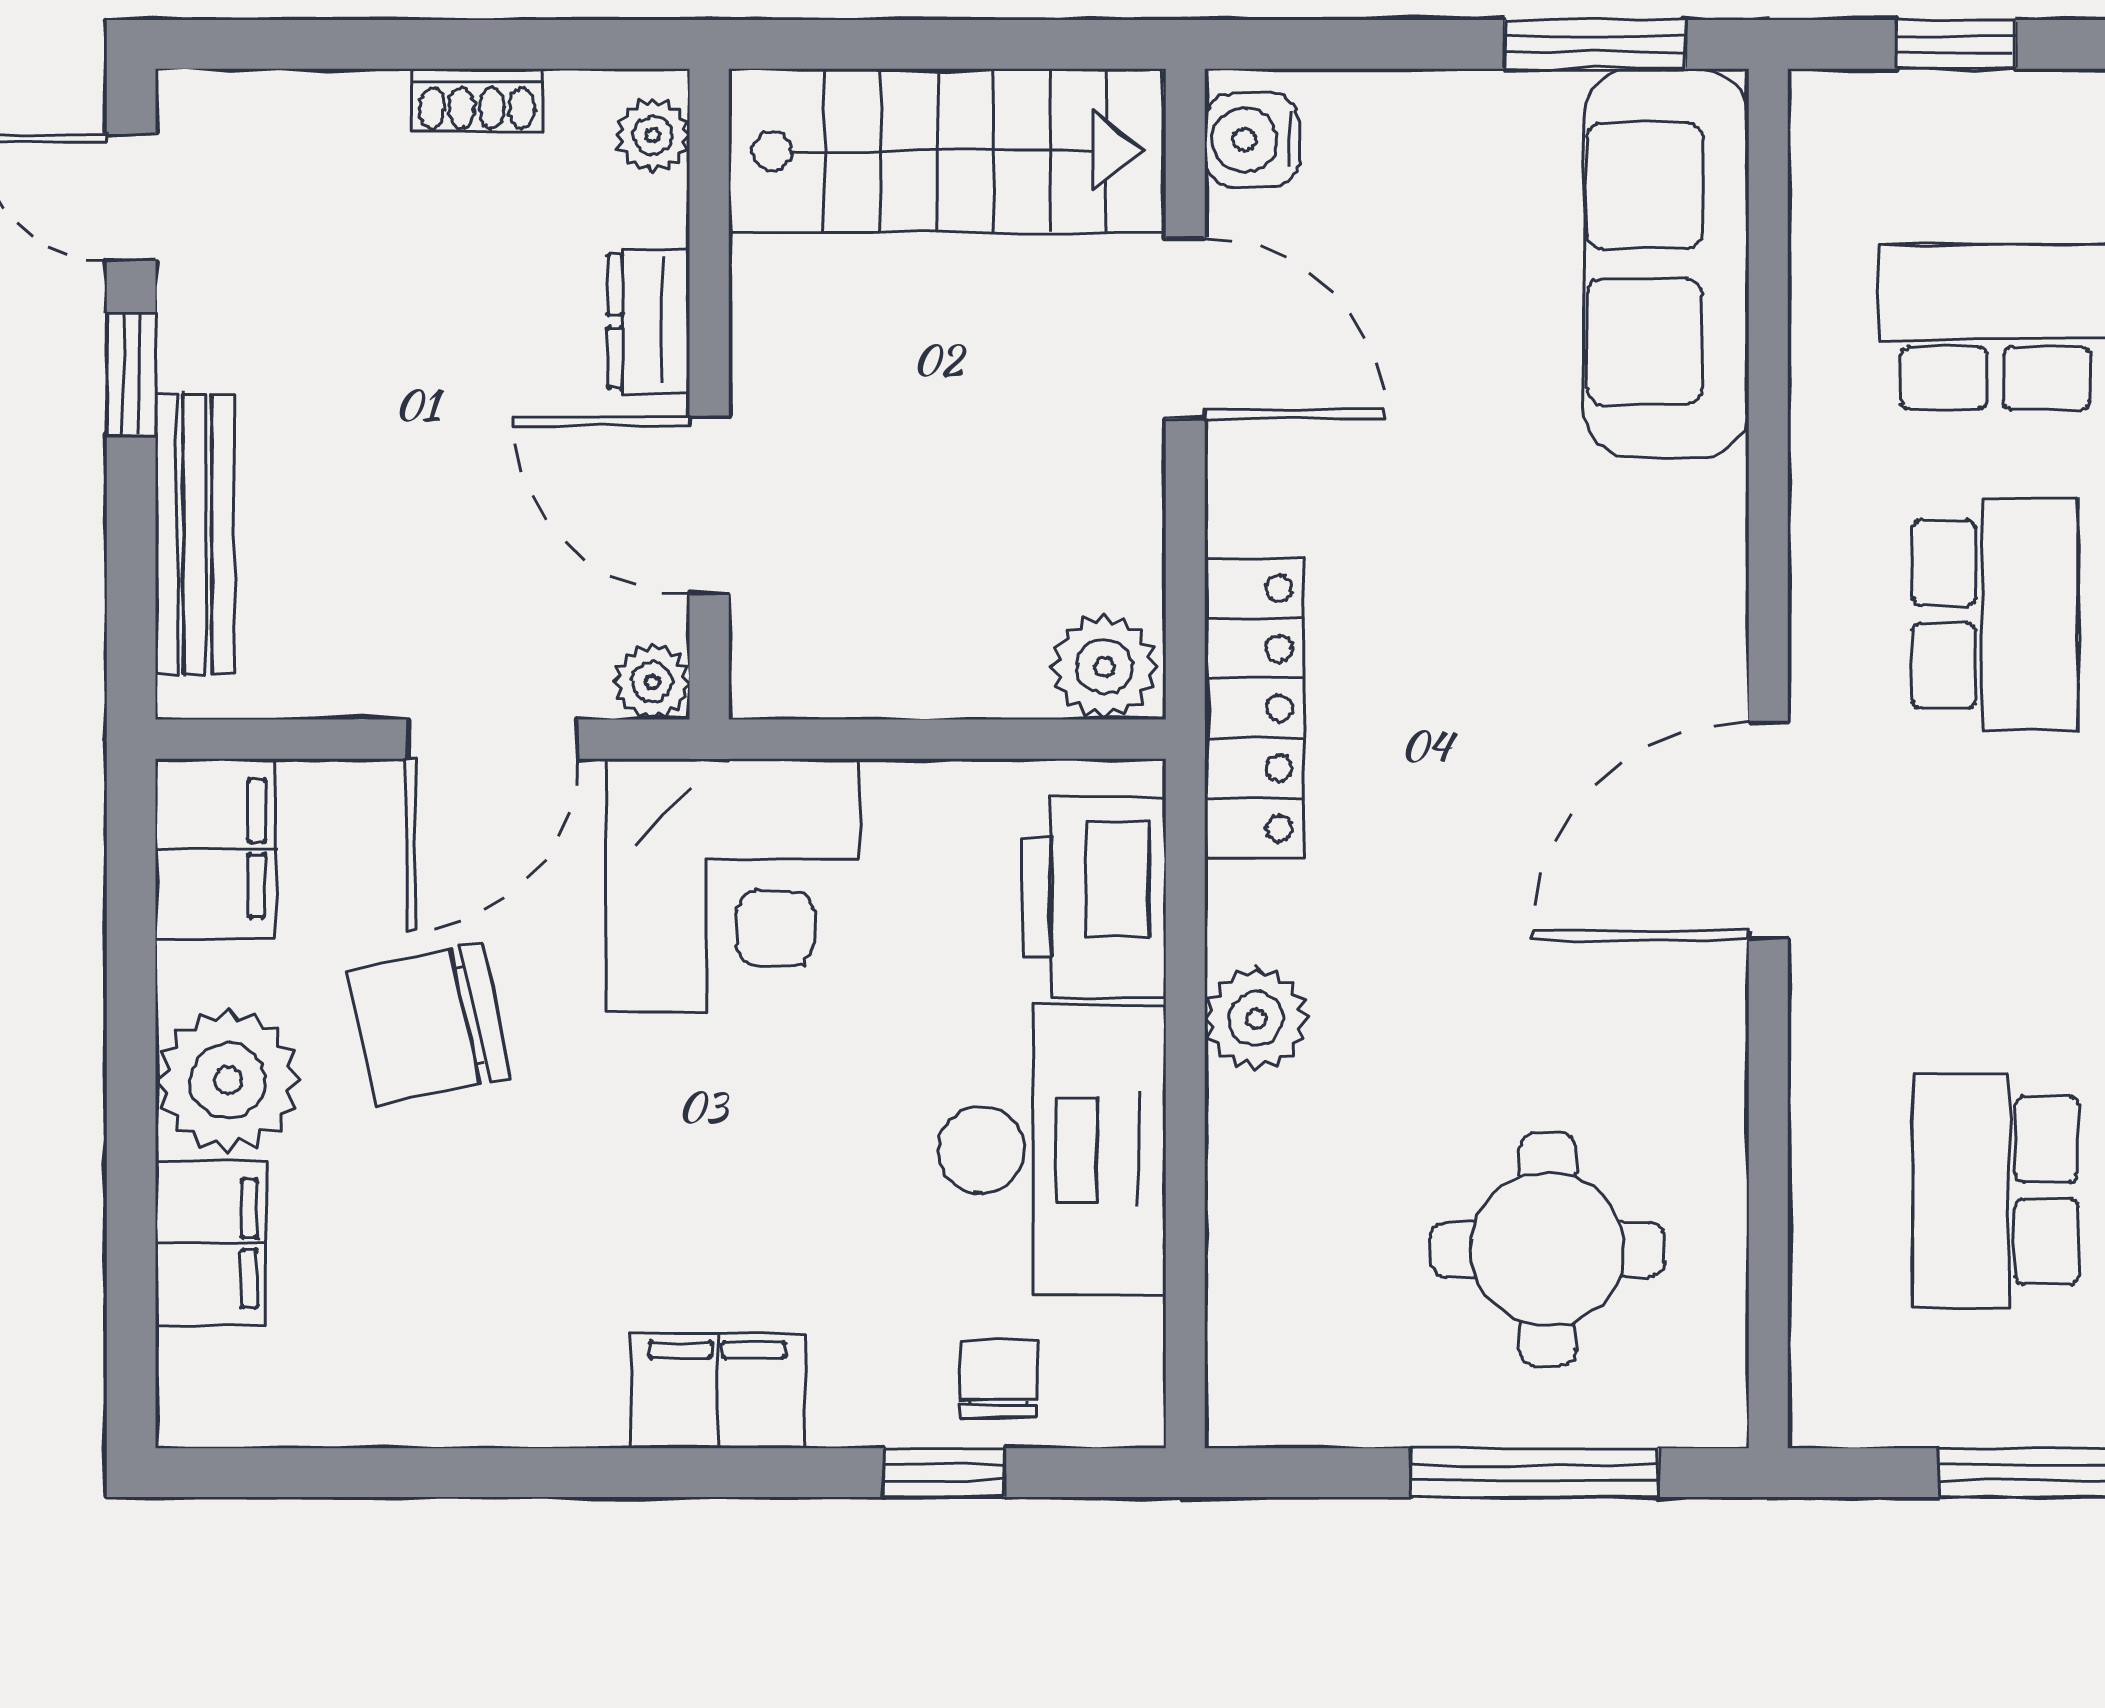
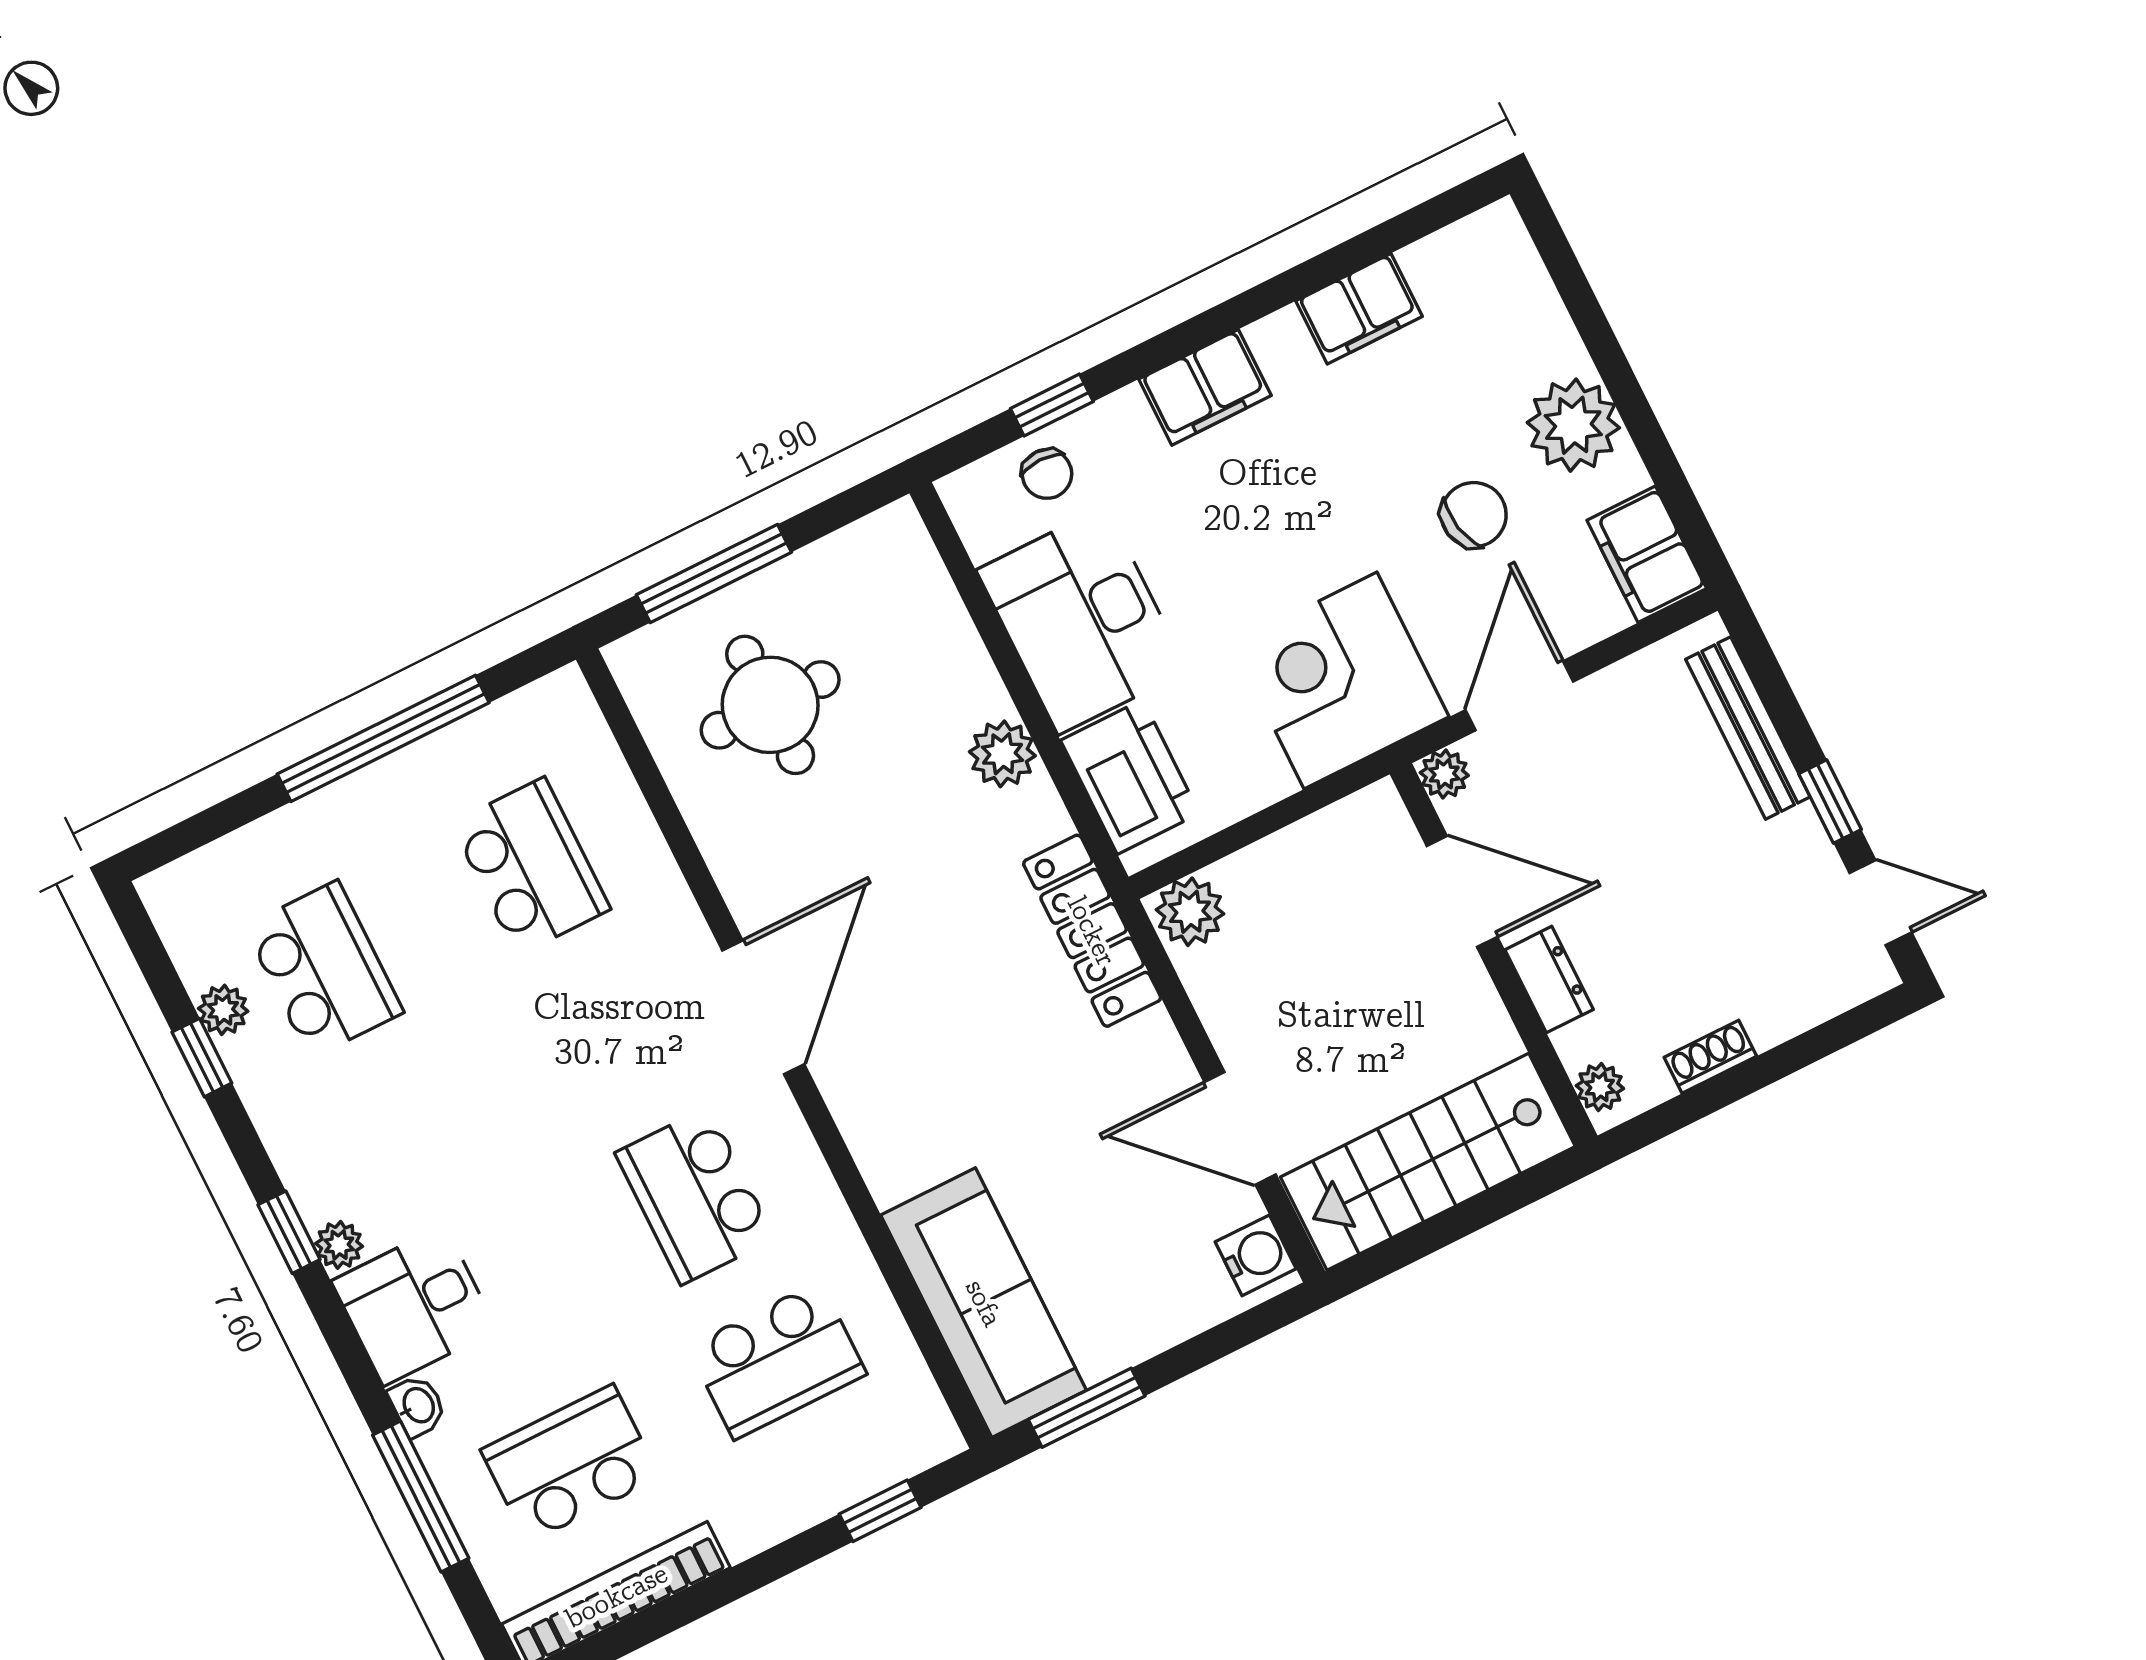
chair: (430, 1025) -> (1474, 515), width x0.73, depth x0.73
filing cabinet: (211, 1244) -> (1359, 309), moved, turned -90

